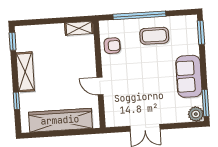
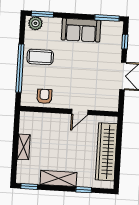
shelving: (79, 28) -> (24, 147), moved
coffee table: (154, 36) -> (40, 57), turned 90
plant: (196, 114) -> (35, 23), moved
window: (182, 125) -> (125, 42), added

